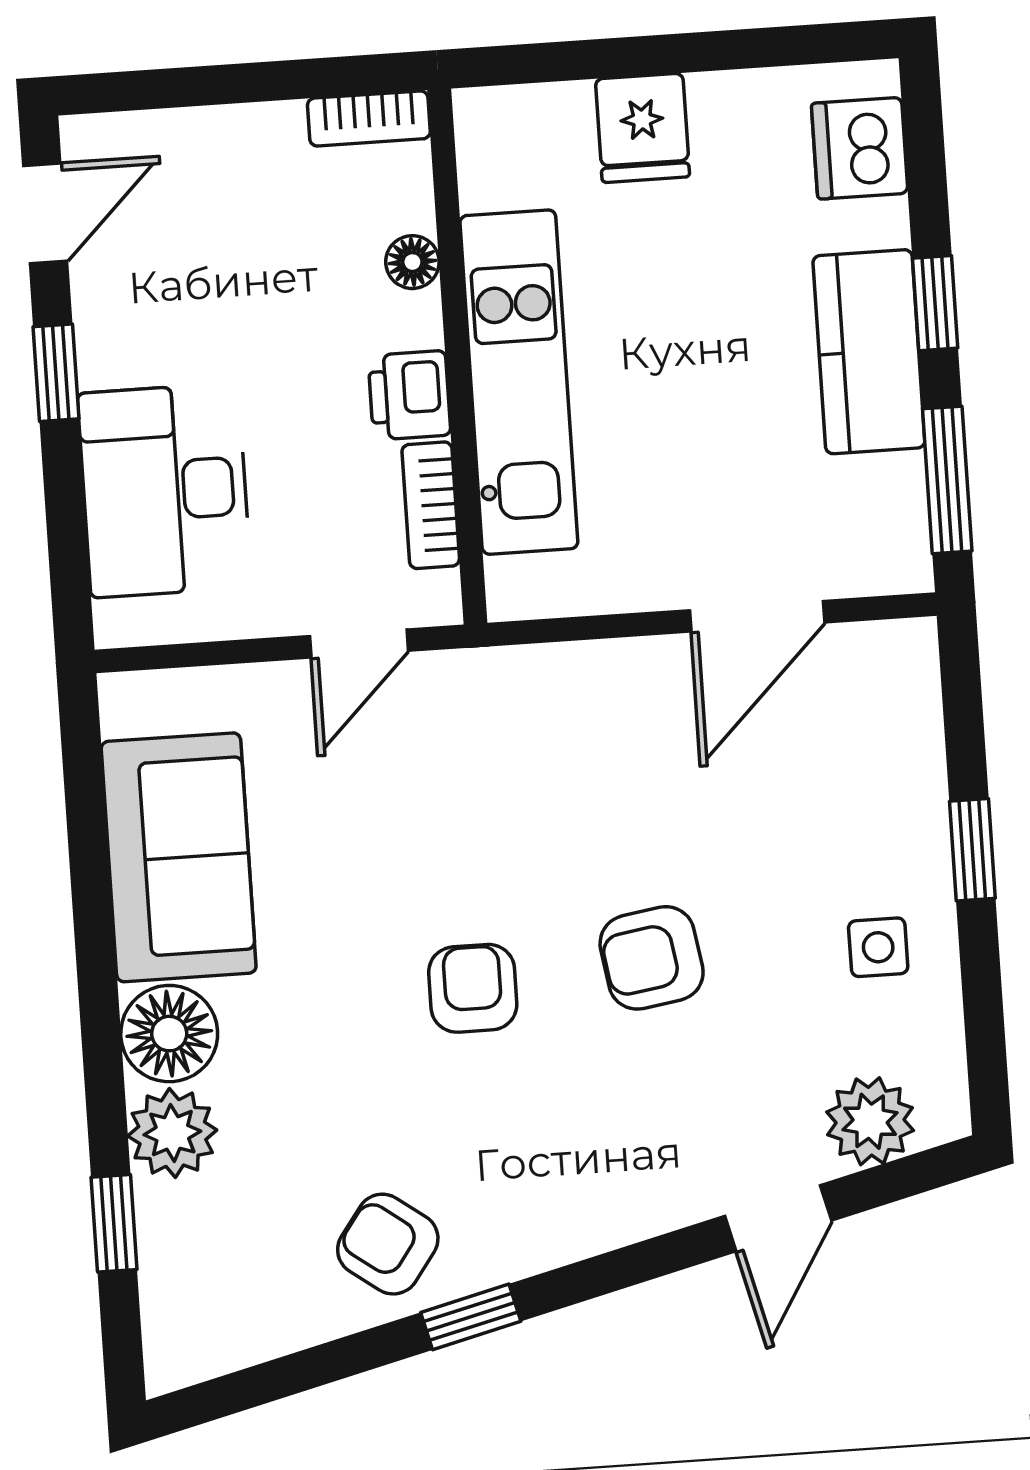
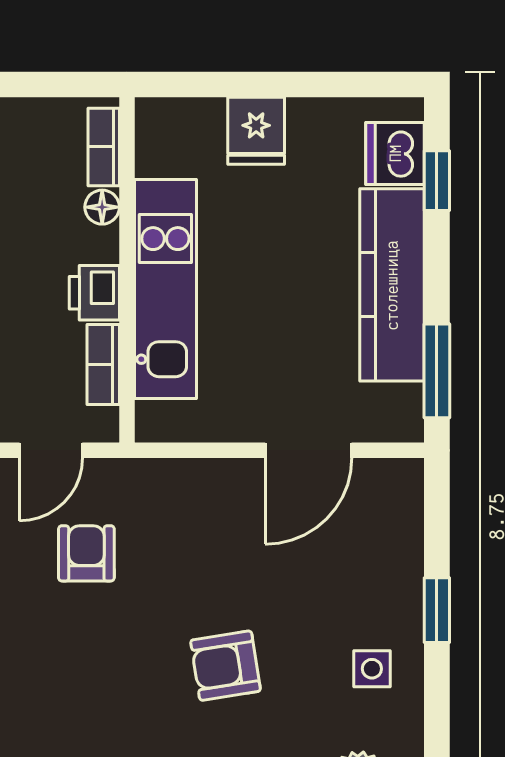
bookcase: (369, 118) -> (104, 147), moved, turned 90
window: (935, 303) -> (437, 181), moved
kitchen counter: (869, 352) -> (392, 285), width x1.50
armchair: (473, 988) -> (86, 553), moved

